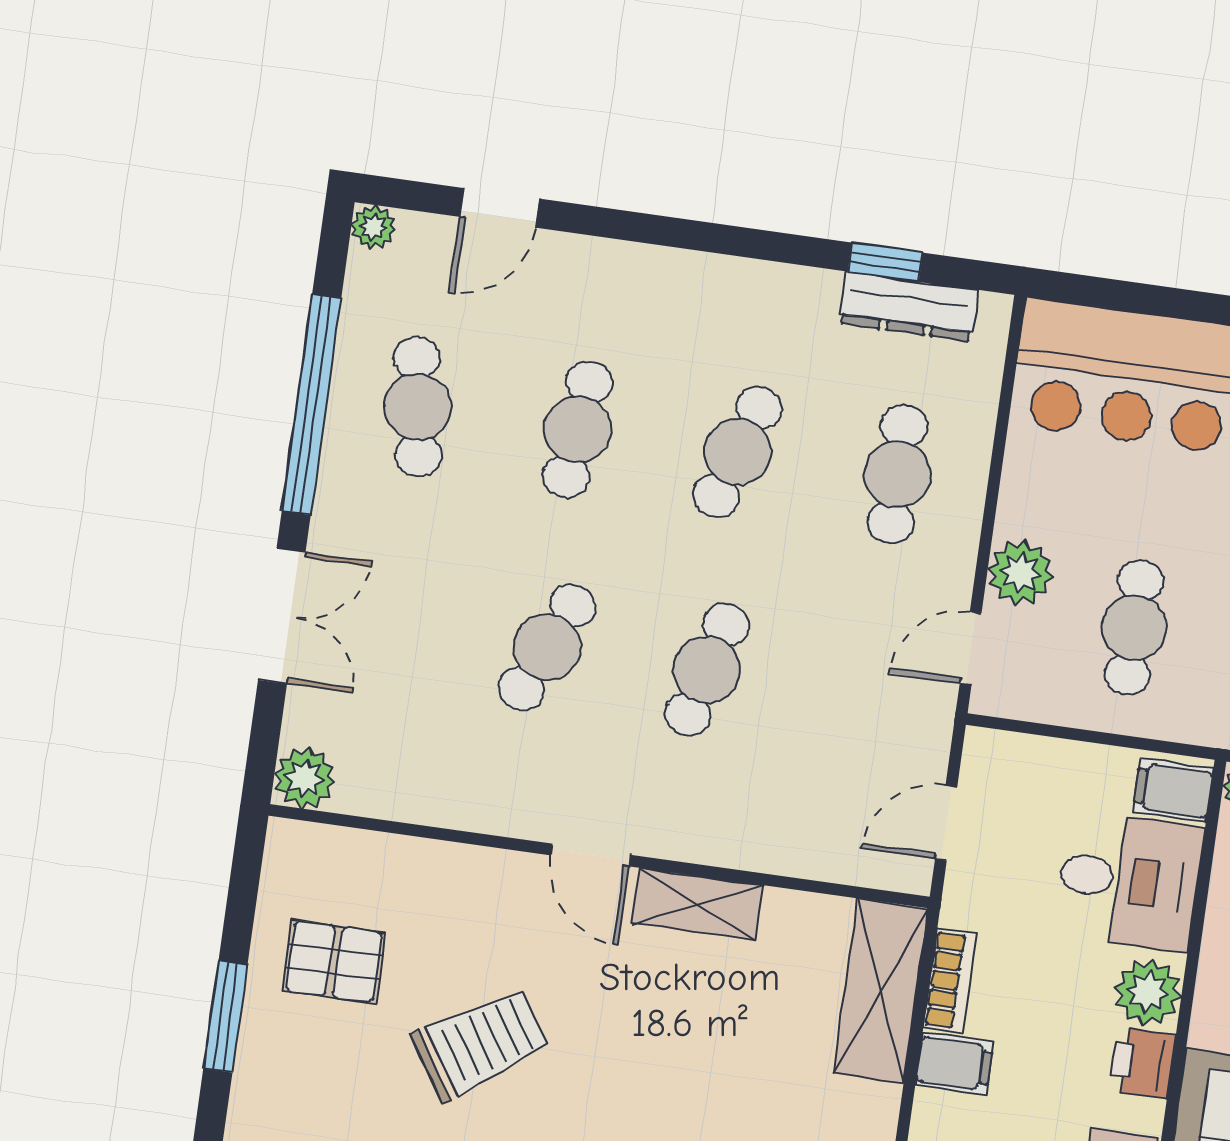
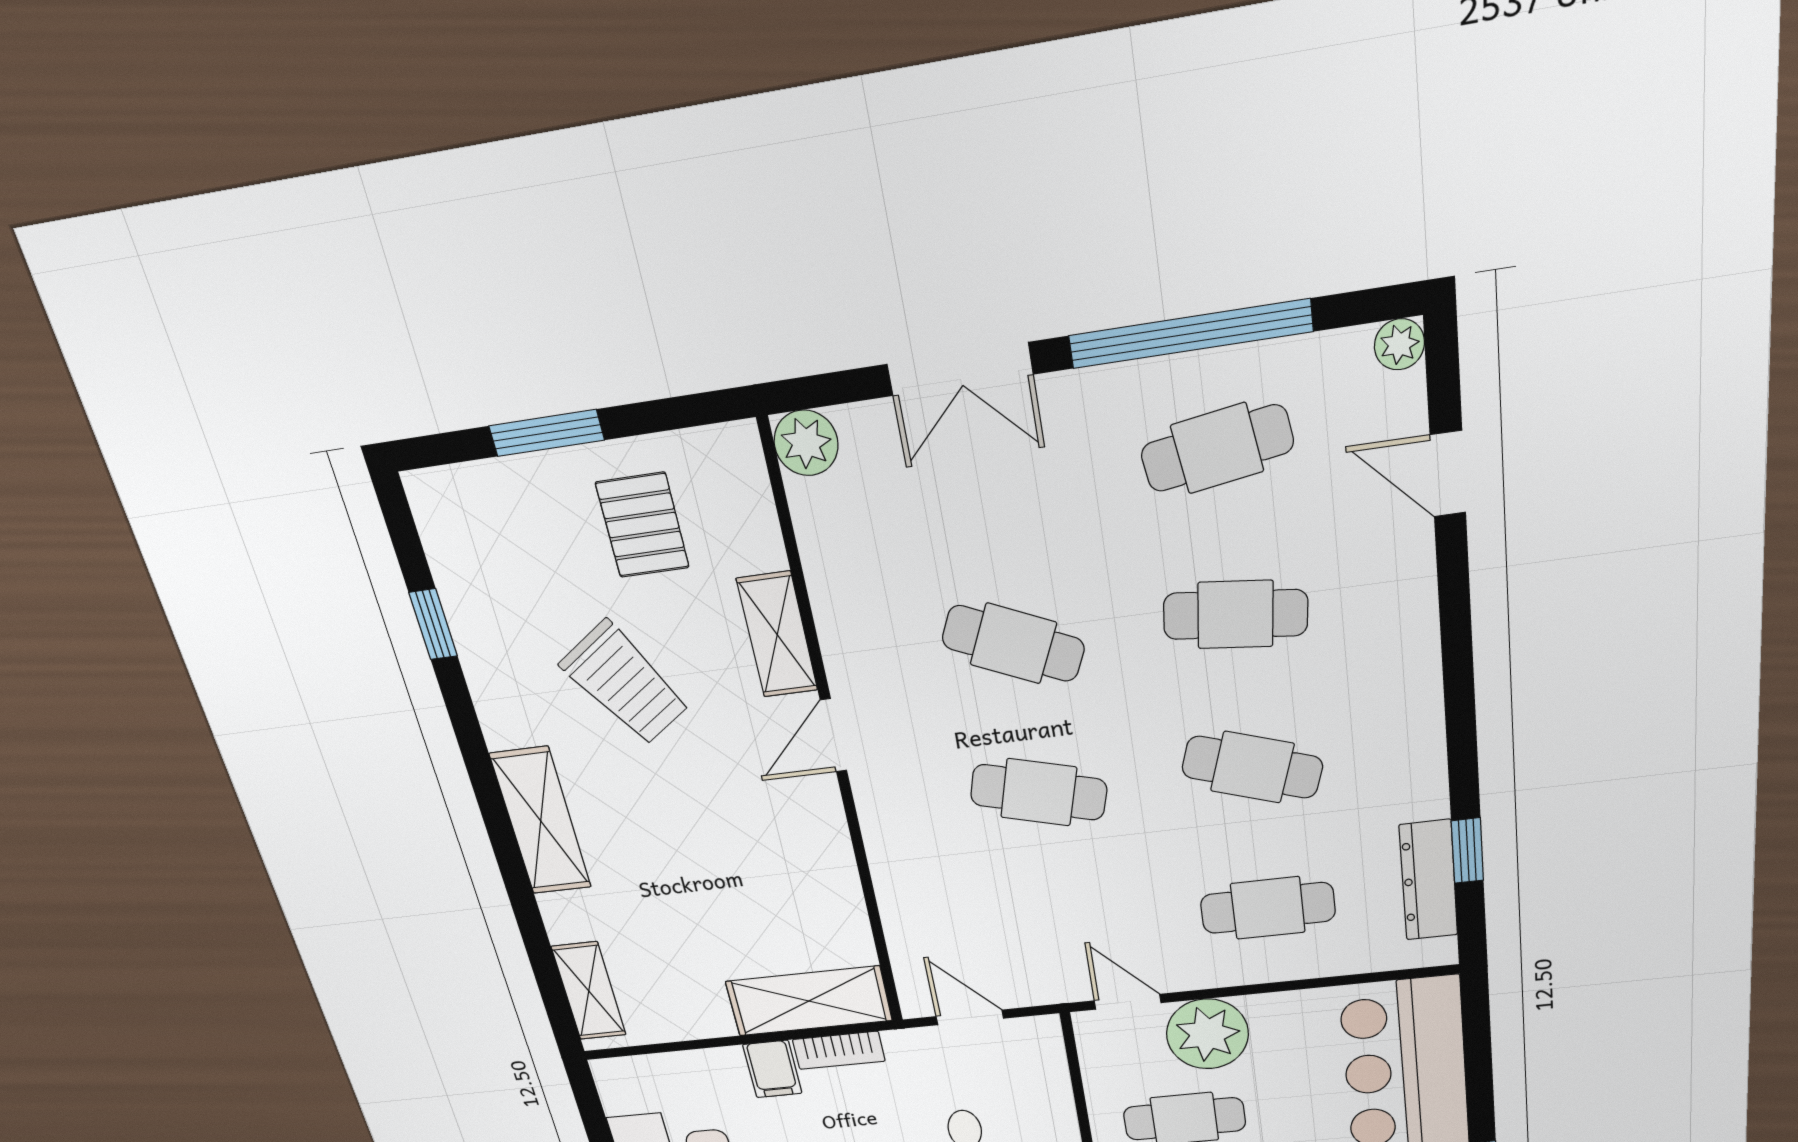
plant: (1020, 573) -> (1207, 1034), width x1.36, depth x1.36
shelving: (698, 904) -> (777, 635), moved

